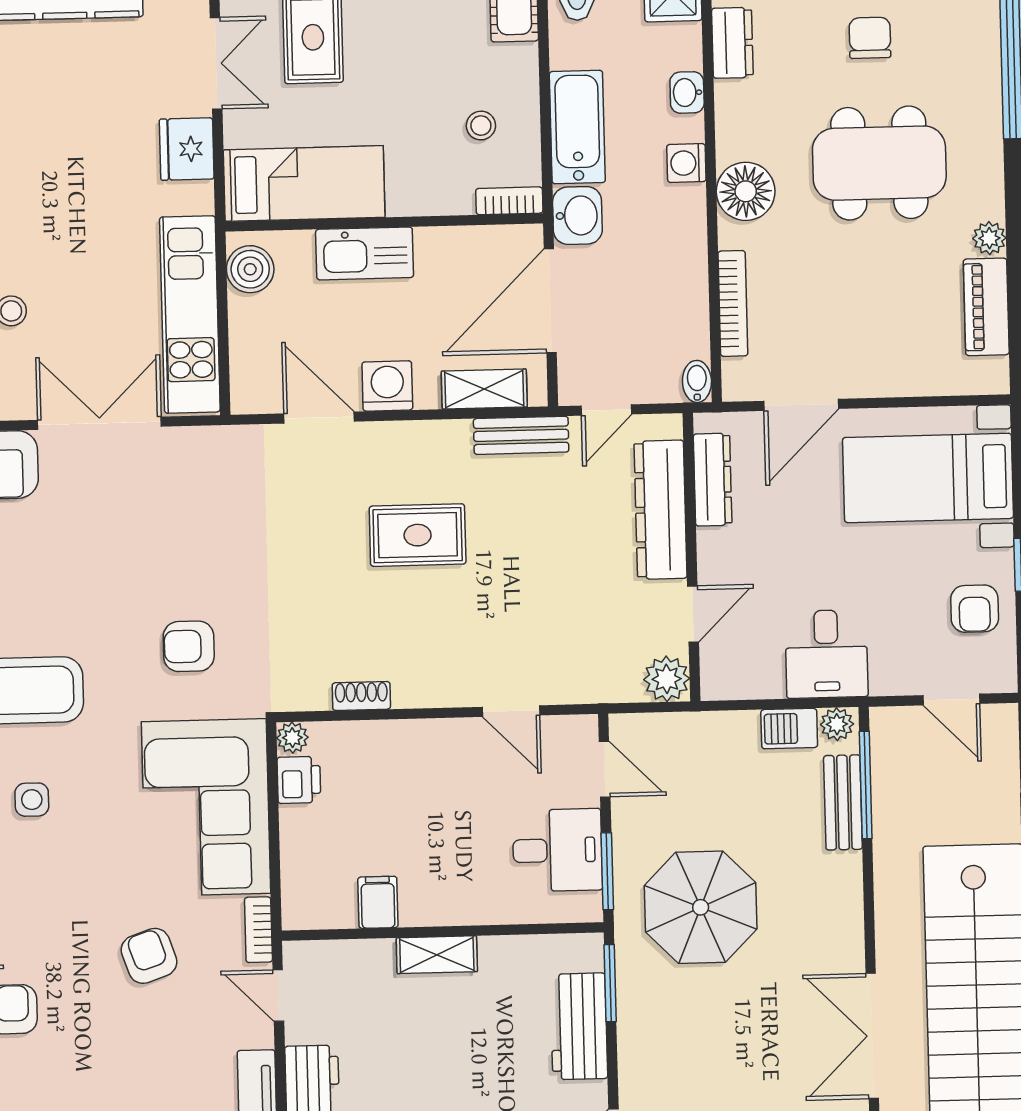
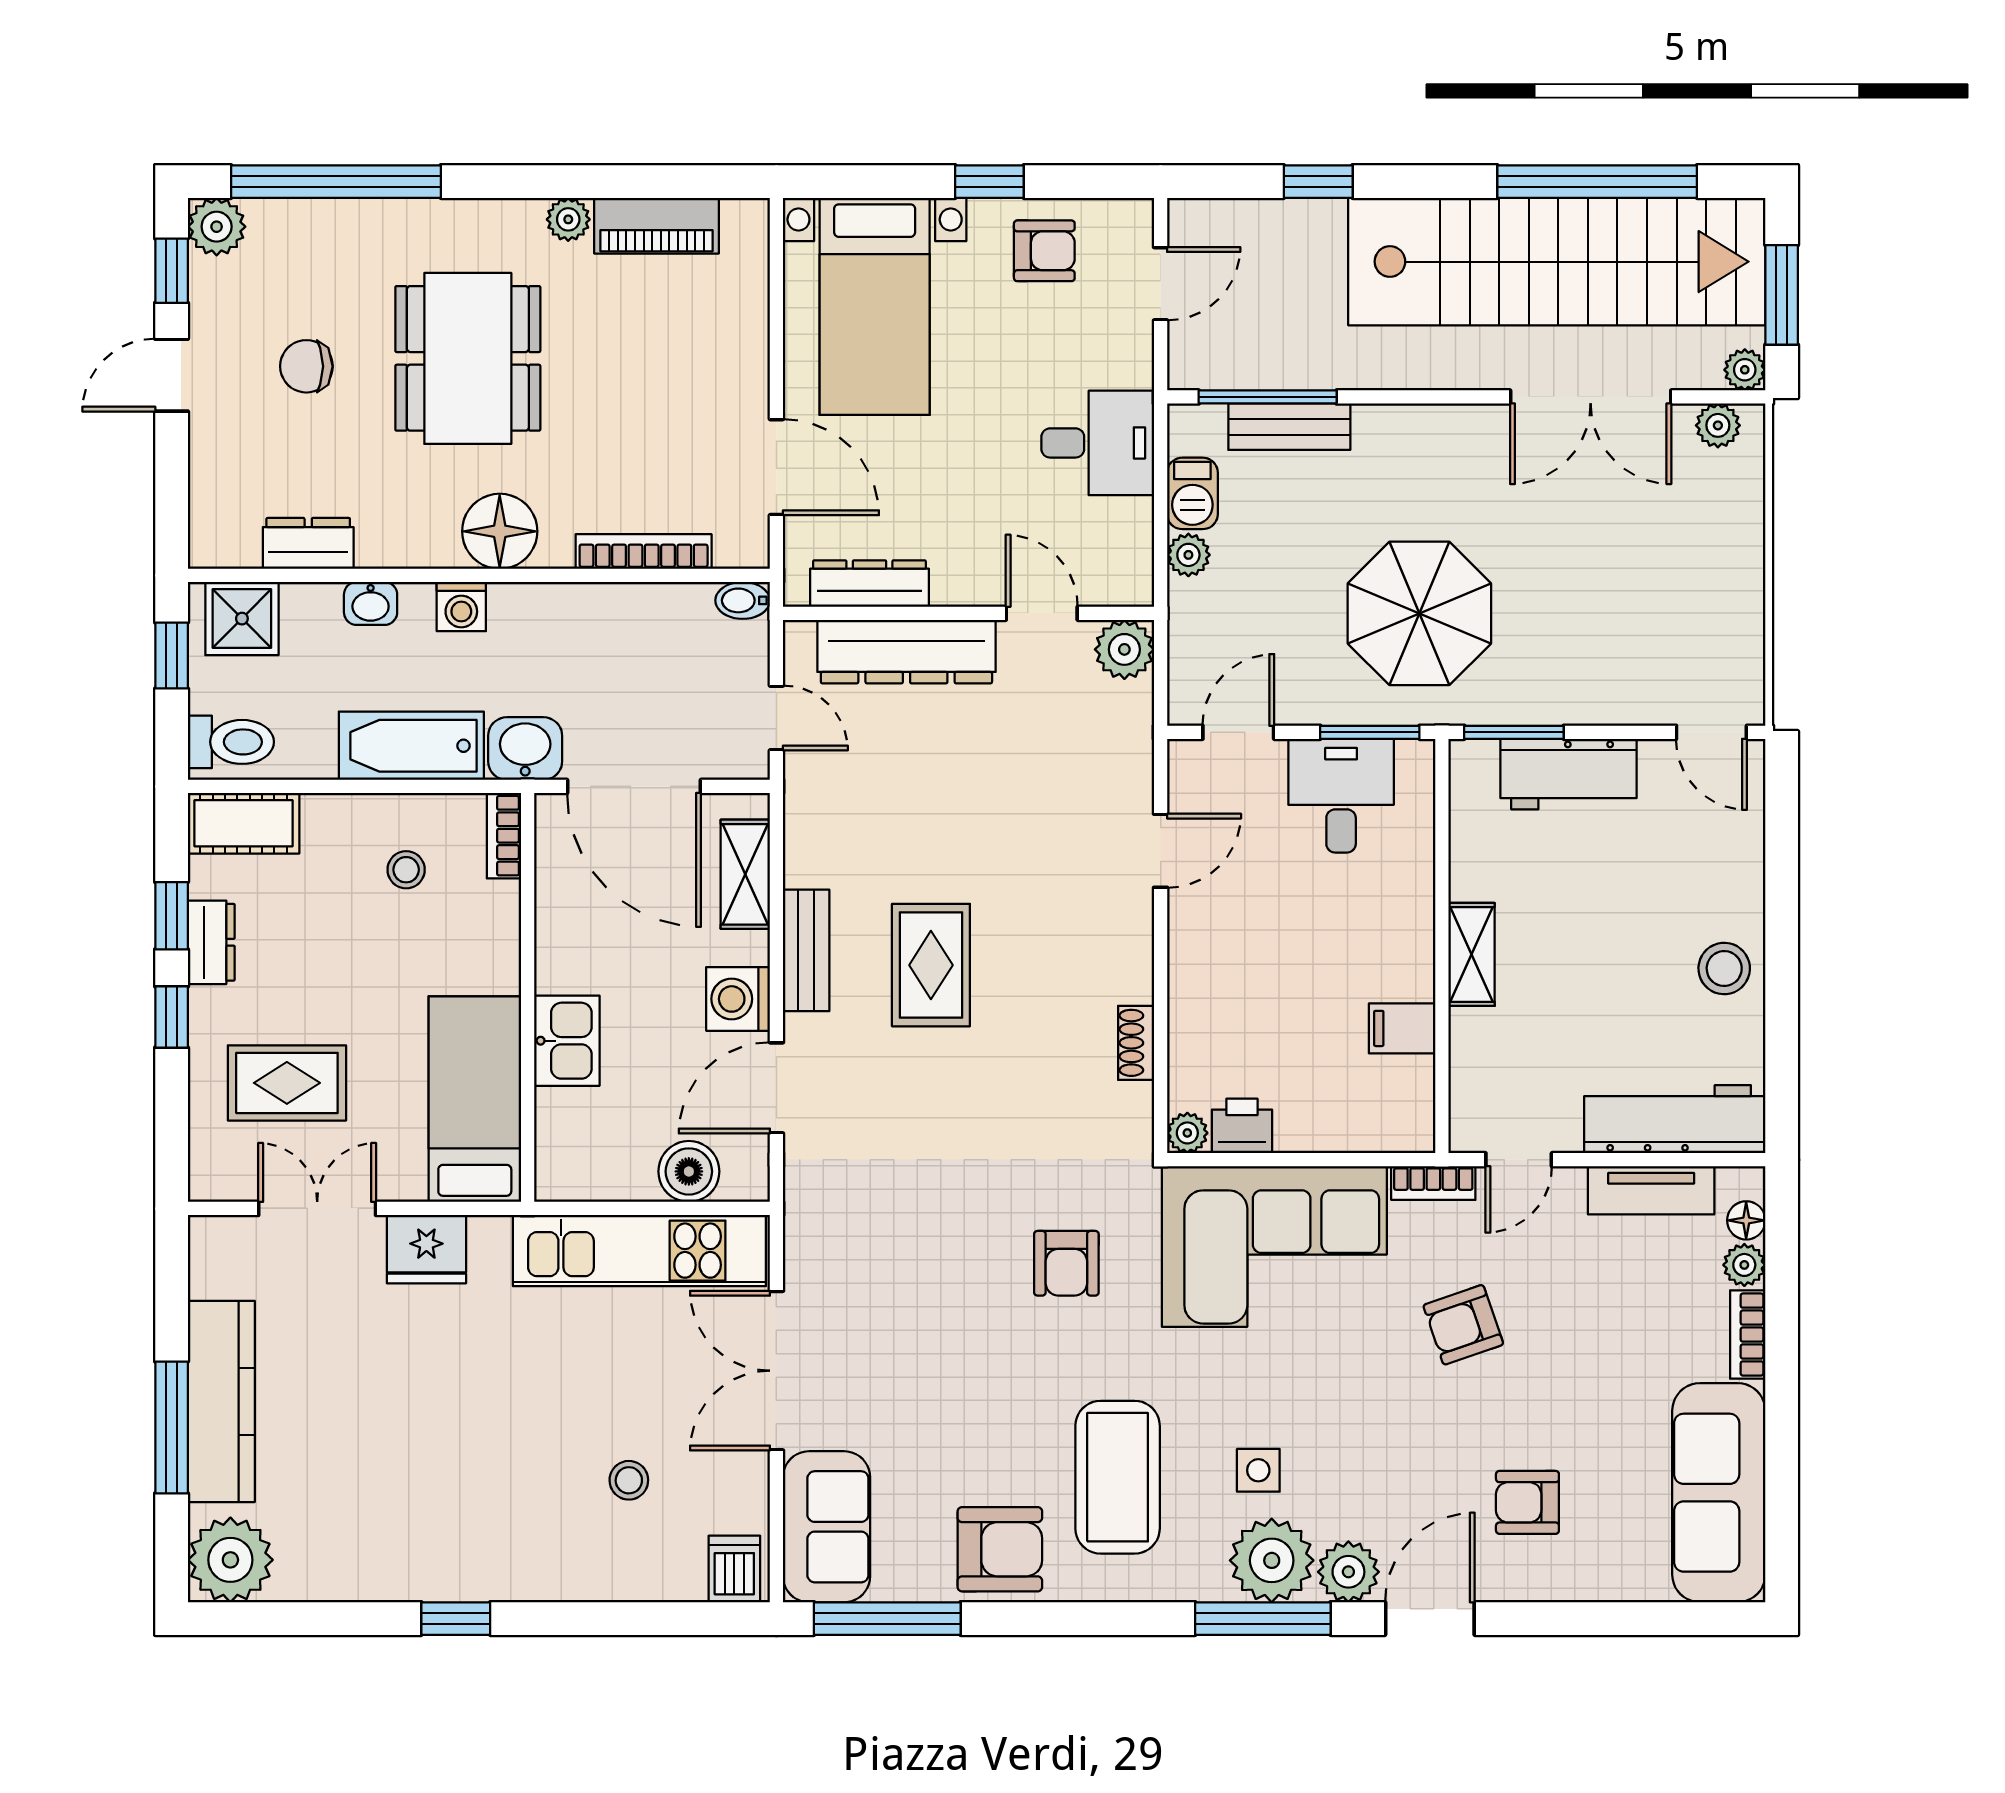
kitchen sink: (365, 253) -> (567, 1041), width x0.73
boiler: (250, 269) -> (689, 1171), moved
bench: (521, 435) -> (806, 950), moved
plant: (837, 724) -> (1188, 555), moved

